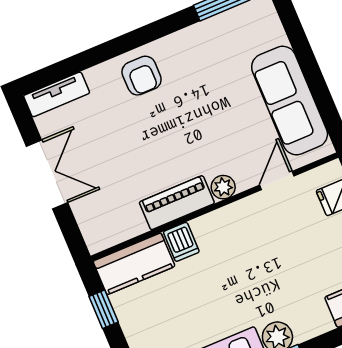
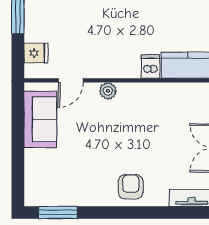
sofa: (290, 101) -> (40, 119), width x0.73
piano: (177, 203) -> (143, 93), removed

